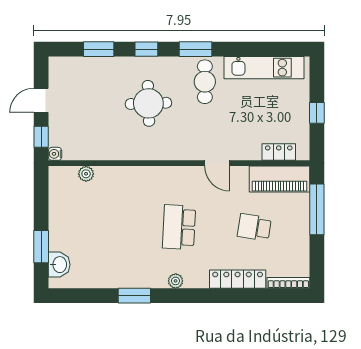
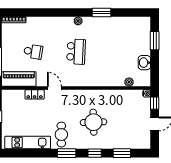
locker: (279, 152) -> (35, 94), moved
washbasin: (59, 265) -> (144, 63), moved
locker: (238, 279) -> (43, 22), removed

